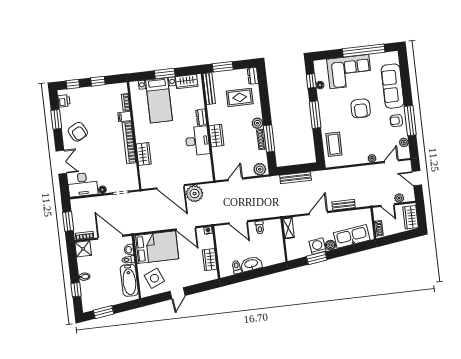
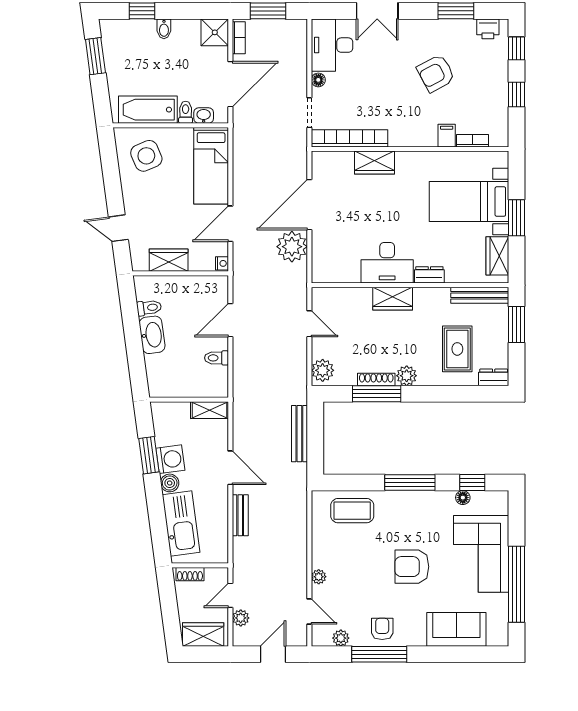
sofa: (393, 86) -> (456, 629), width x0.73
armchair: (78, 132) -> (436, 73), moved
bookcase: (129, 143) -> (349, 138), moved
bed: (156, 247) -> (211, 166), width x0.67
door: (178, 293) -> (118, 228), moved

